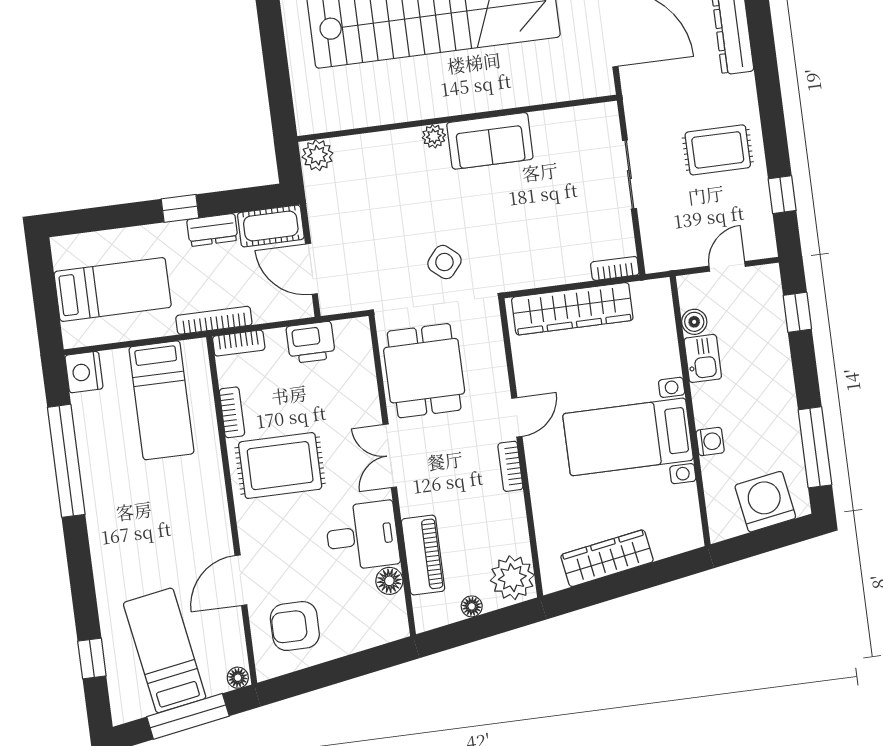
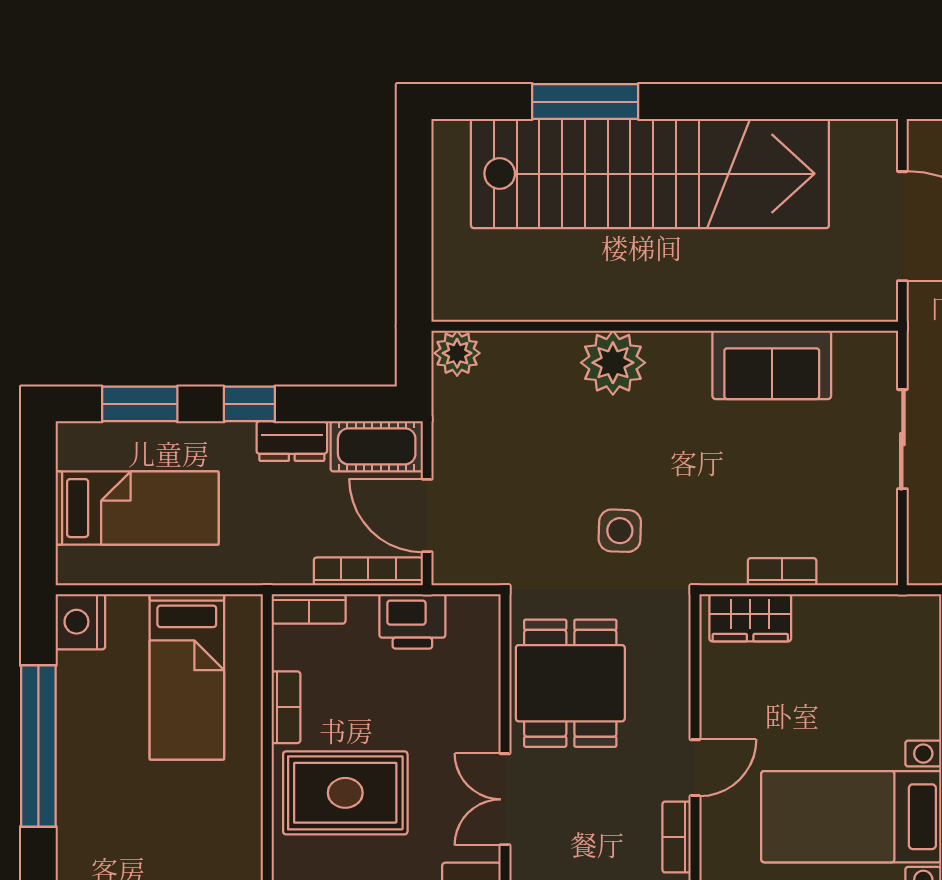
plant: (434, 136) -> (613, 363), width x1.88, depth x1.88
sofa: (490, 141) -> (772, 365), moved
window: (105, 218) -> (140, 404), added
side table: (444, 262) -> (620, 531), turned -38
bookcase: (615, 268) -> (782, 572), moved
wardrobe: (572, 309) -> (750, 618), width x0.48, depth x0.85
bookcase: (214, 320) -> (368, 571), moved

